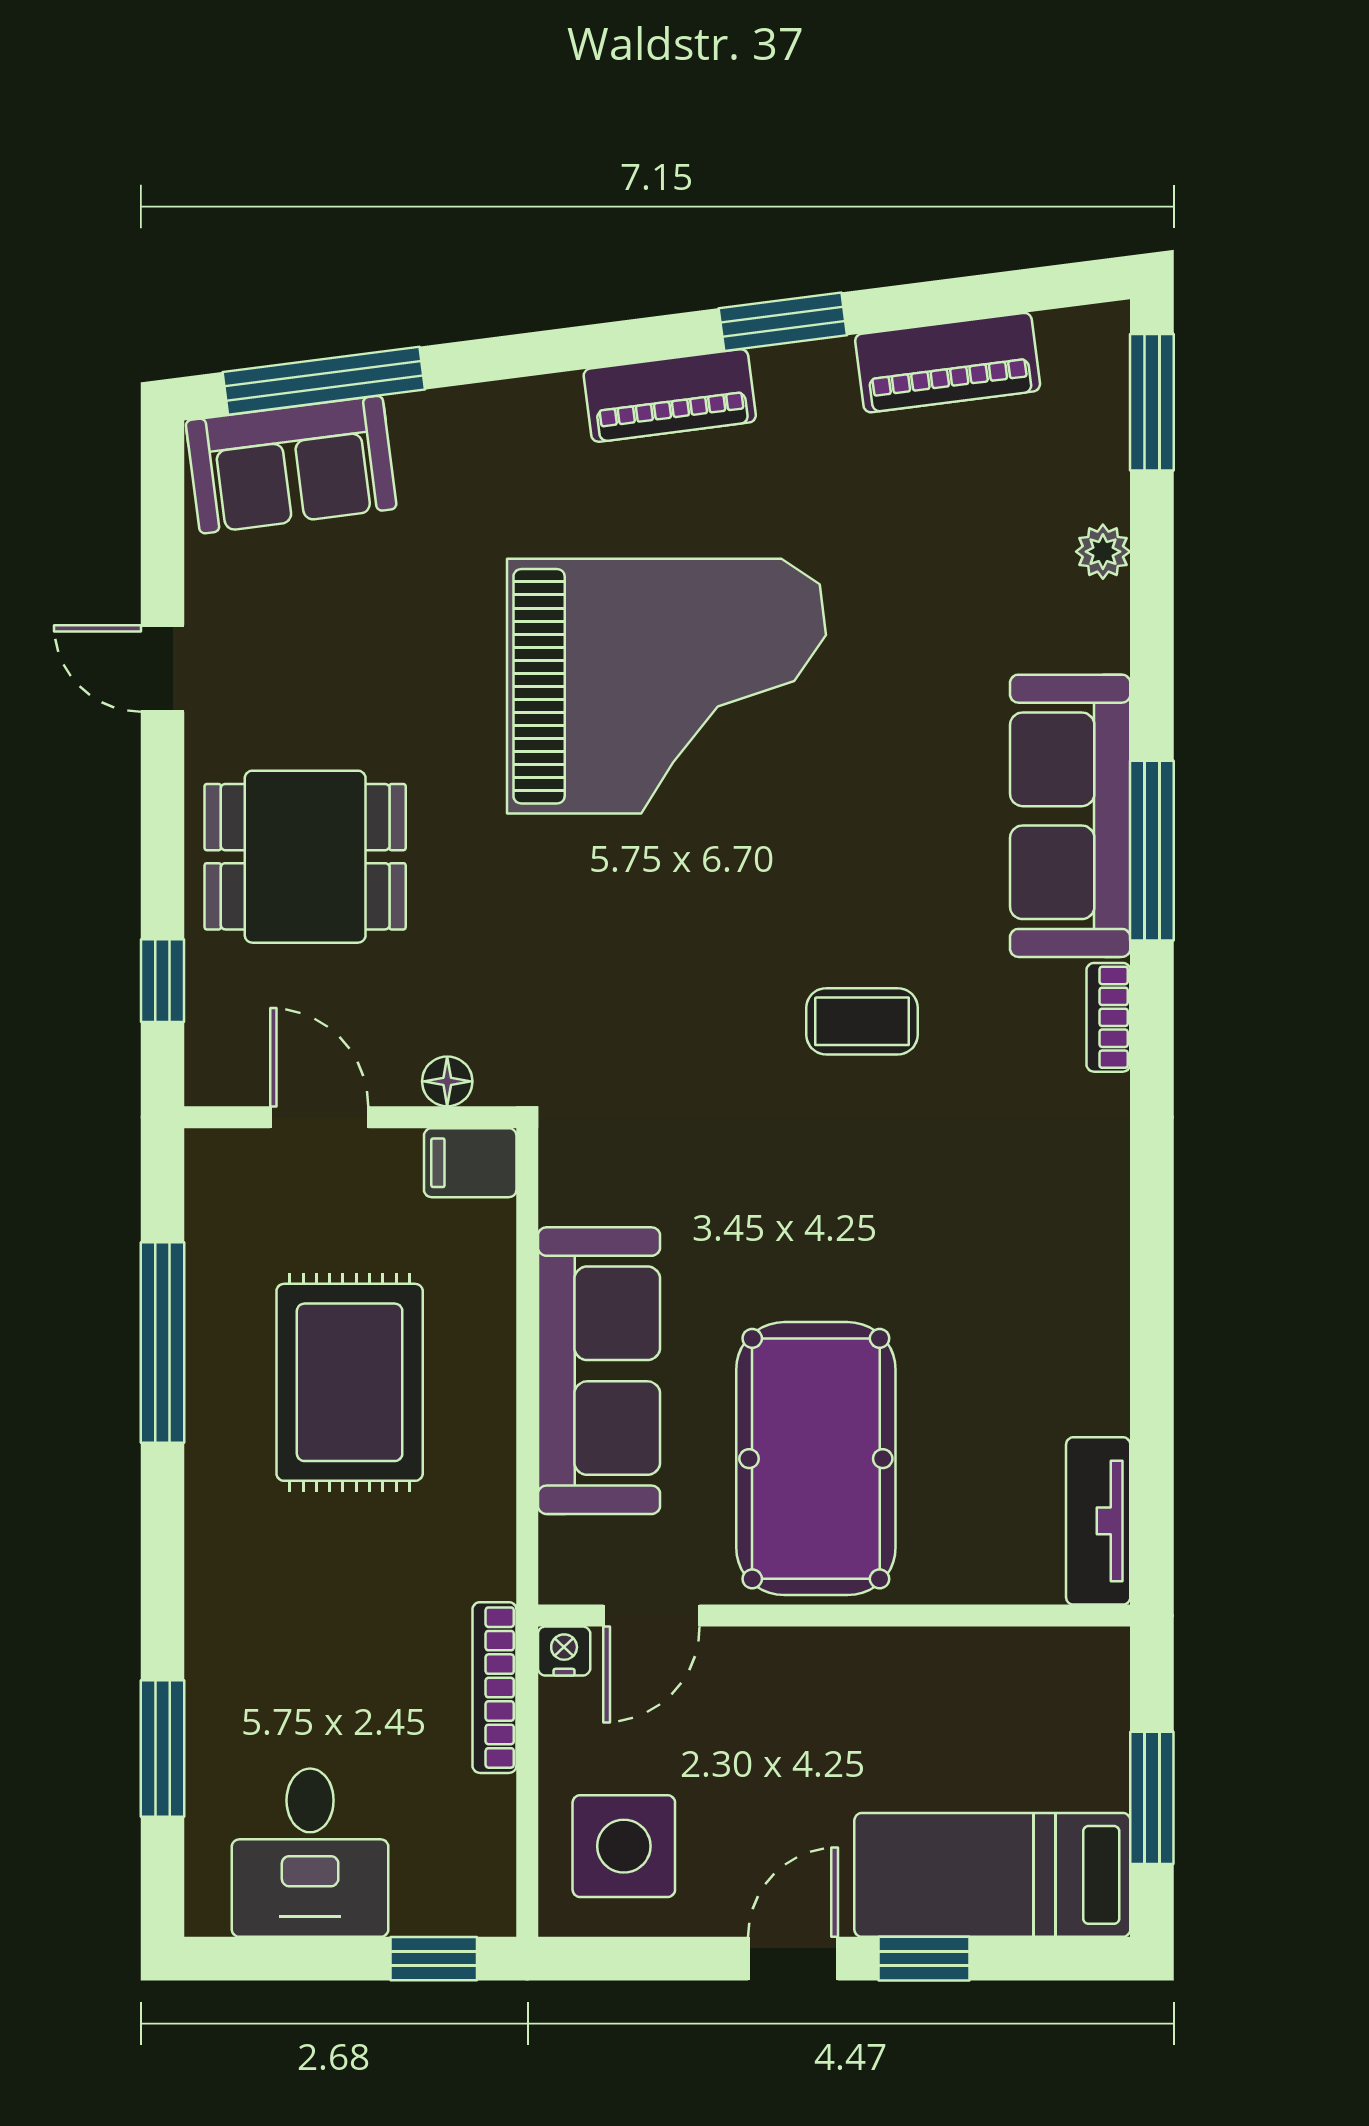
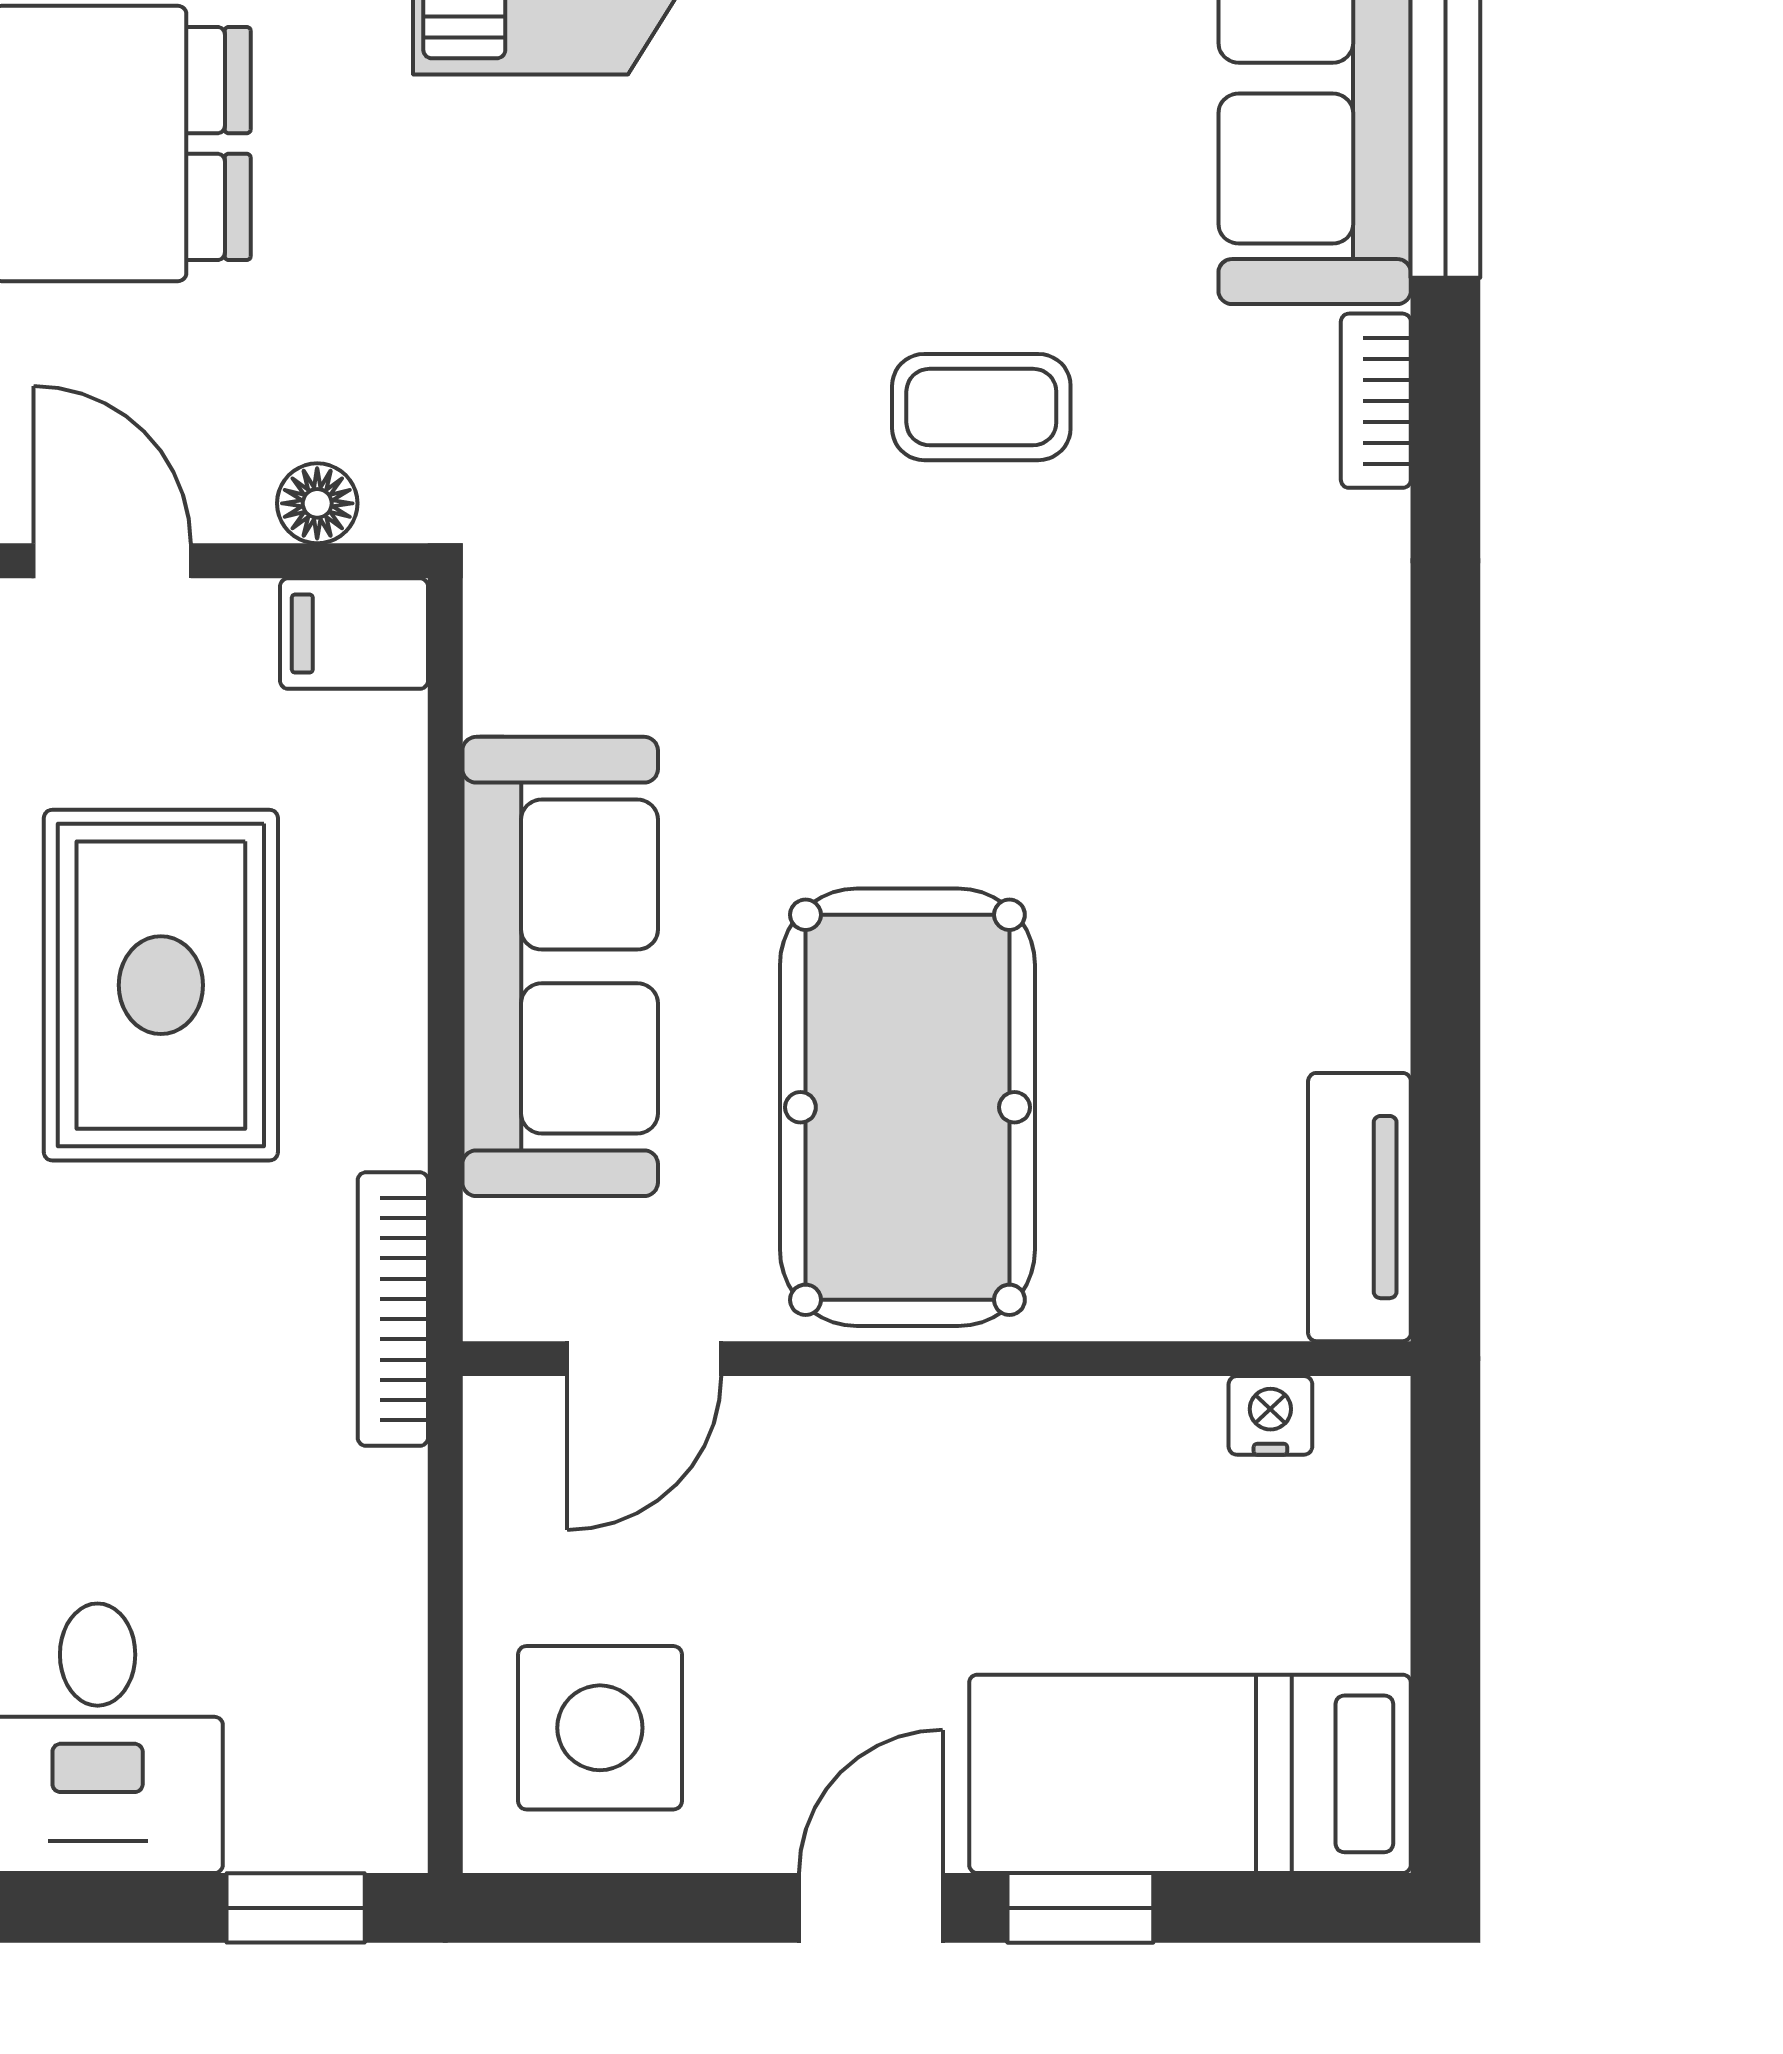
nightstand: (564, 1651) -> (1270, 1415), moved
bookcase: (494, 1688) -> (393, 1309), moved
window: (1152, 1798) -> (1445, 1651), removed

